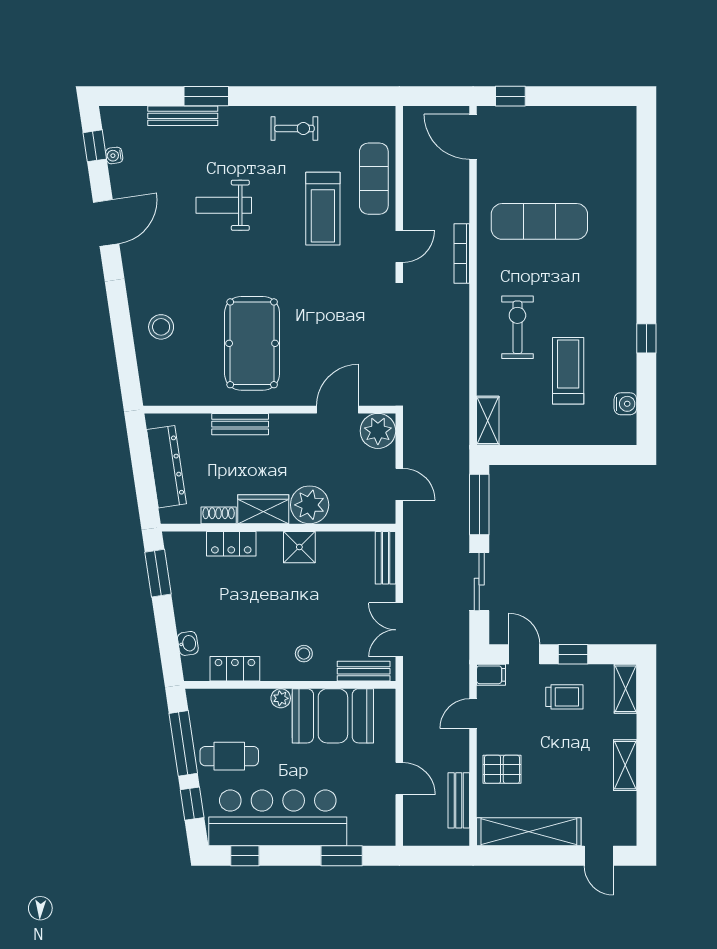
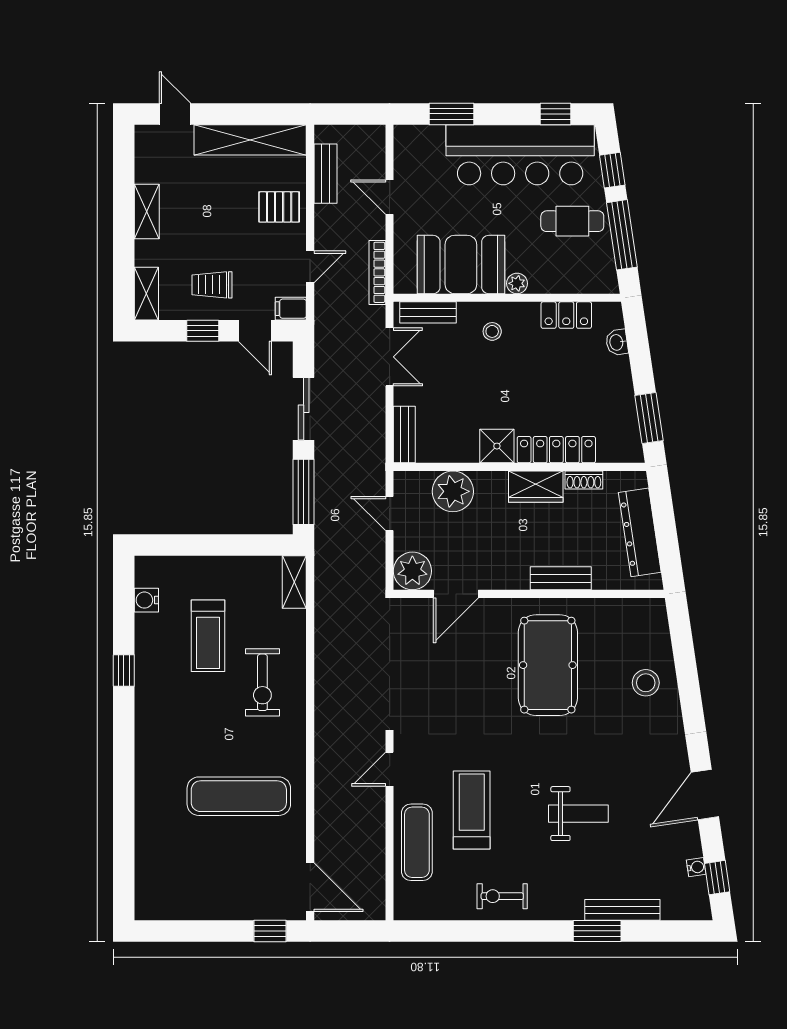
bookcase: (462, 254) -> (377, 272), moved, turned 180
plant: (310, 505) -> (453, 491), moved
locker: (231, 544) -> (556, 450), width x1.53

